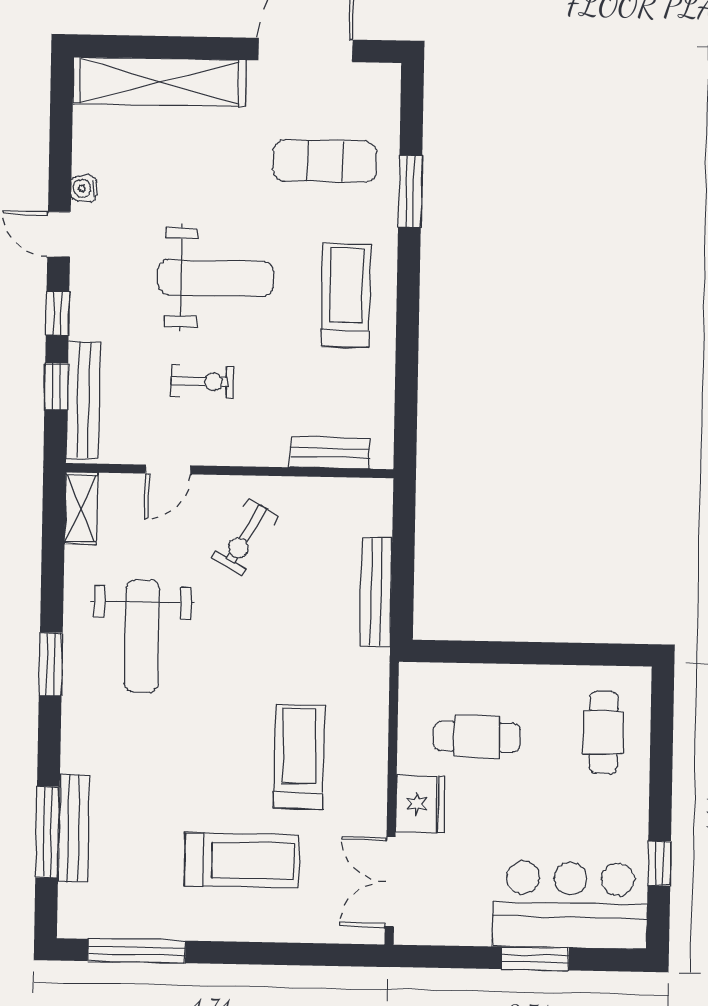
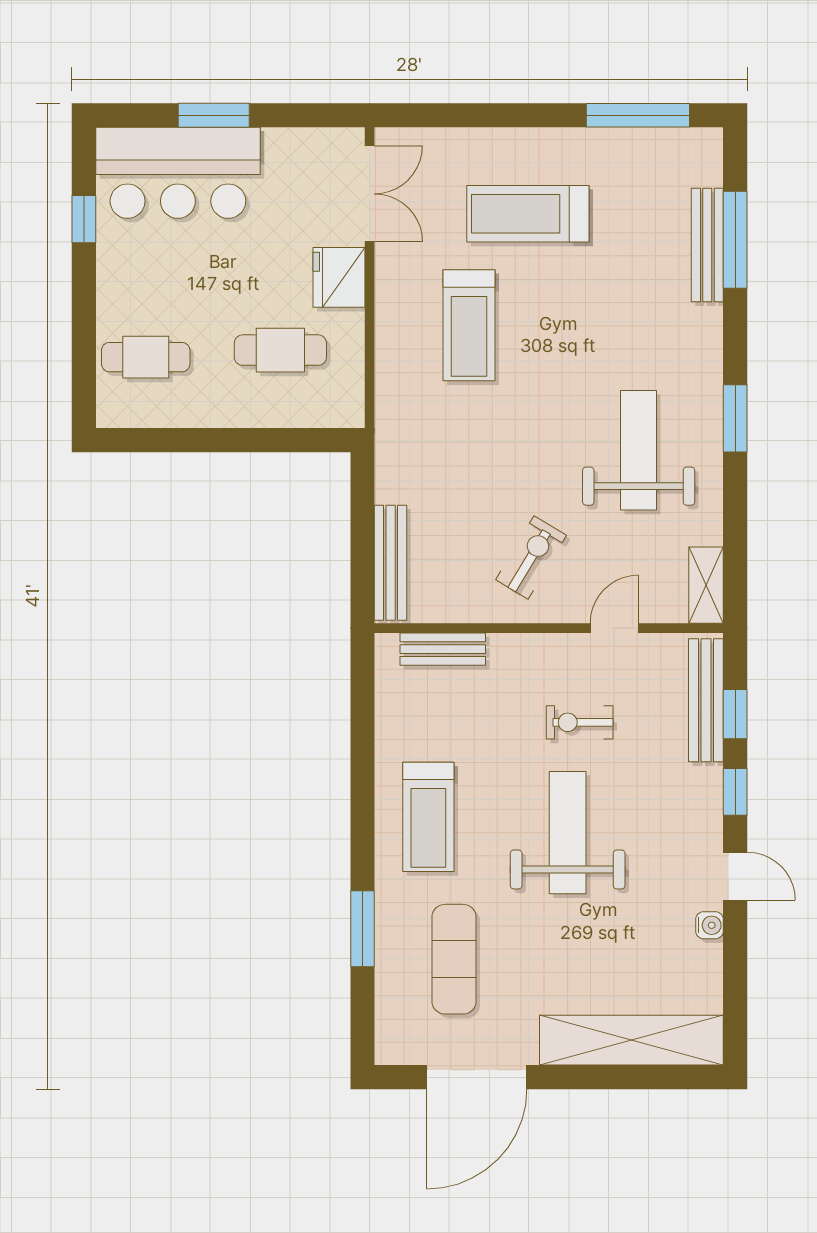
exercise mat: (325, 161) -> (454, 959), turned 90
weight bench: (216, 278) -> (568, 833), turned 90
bench: (376, 592) -> (391, 563), moved
cafe table: (604, 733) -> (146, 357), turned 90

